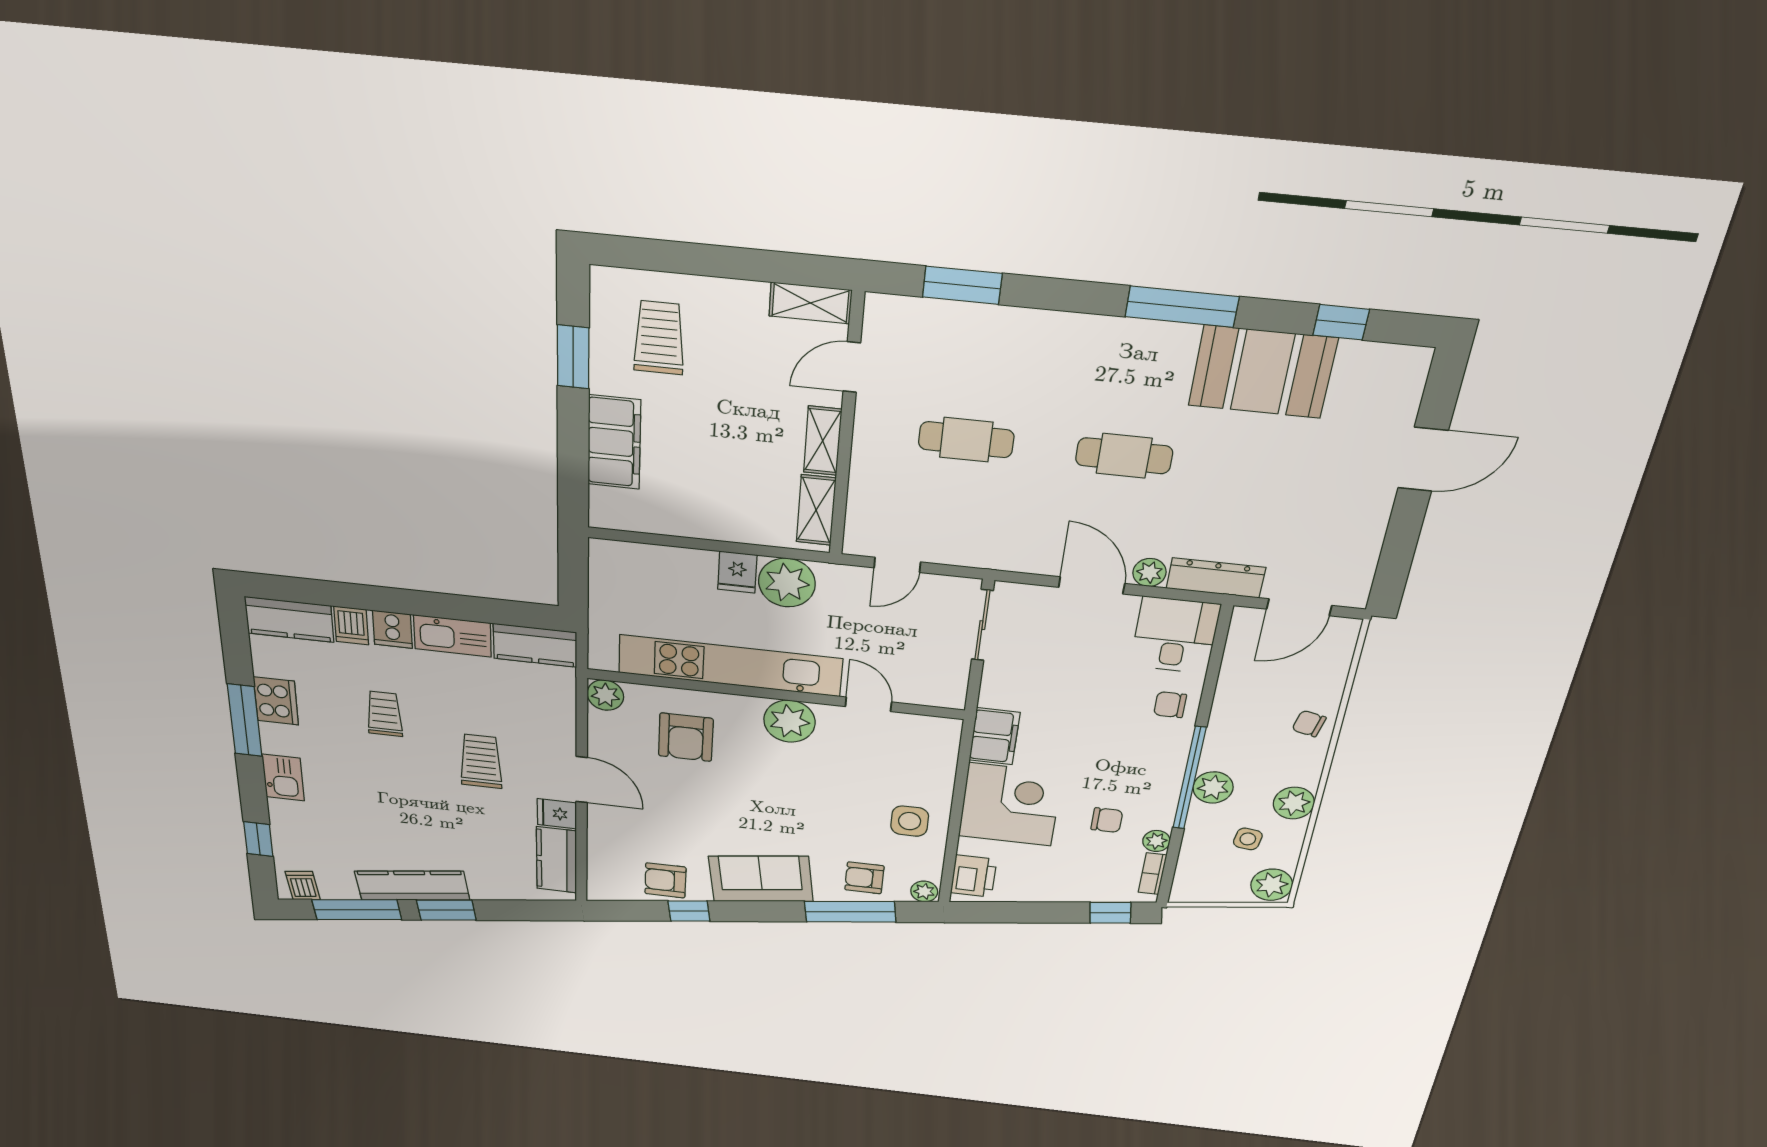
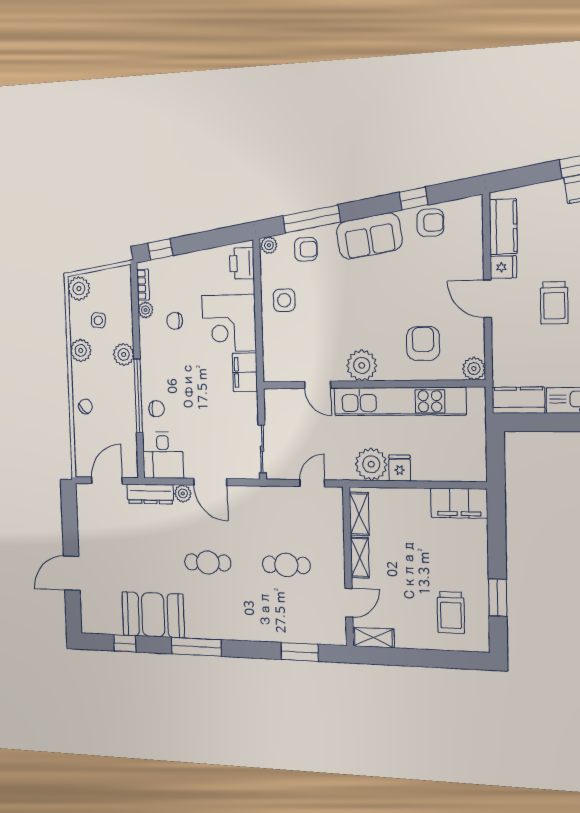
filing cabinet: (614, 442) -> (459, 503), moved, turned -90
chair: (1309, 724) -> (85, 406), turned -56
window: (1189, 778) -> (138, 396), moved

